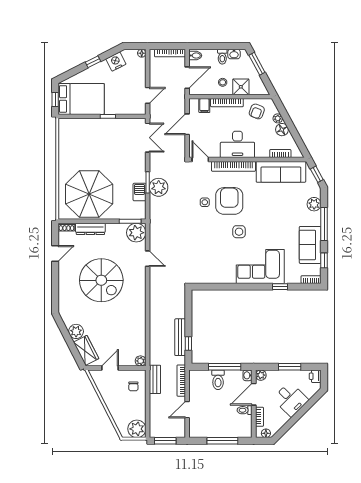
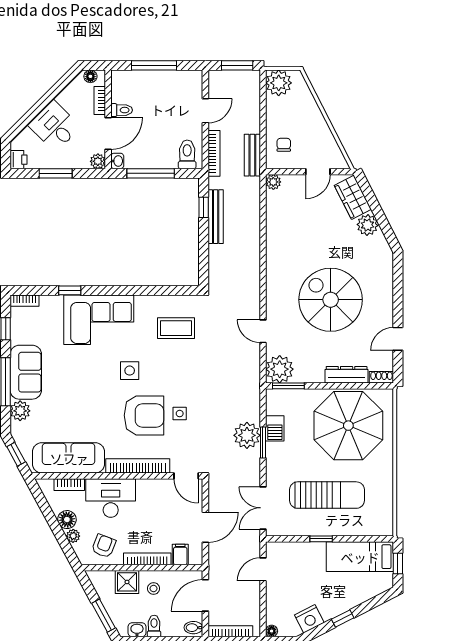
bed: (81, 99) -> (360, 557), width x0.67
desk: (237, 144) -> (111, 498), moved
sun lounger: (104, 146) -> (327, 495), added
armchair: (229, 201) -> (144, 415), turned -90
sofa: (310, 245) -> (26, 372), moved
coffee table: (207, 261) -> (176, 328), added
toilet: (218, 380) -> (187, 154), moved

